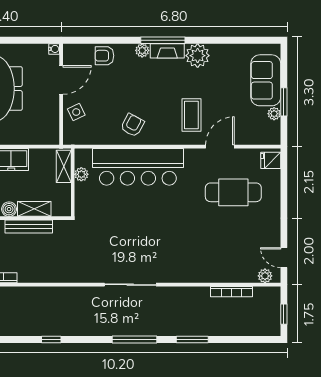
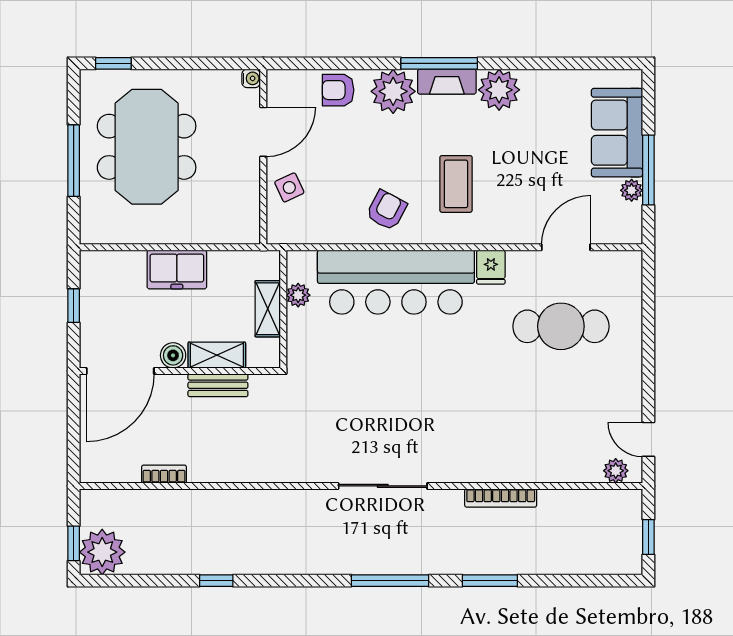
plant: (142, 50) -> (393, 91), width x1.87, depth x1.87
window: (284, 102) -> (648, 170), width x1.44
coffee table: (191, 115) -> (456, 184), moved
door: (220, 147) -> (566, 247), moved
fridge: (271, 160) -> (491, 267), moved, turned -90
shelving: (64, 166) -> (268, 309), moved
bench: (29, 226) -> (218, 385), width x0.73
bookcase: (232, 292) -> (501, 498), moved
window: (51, 339) -> (216, 581), moved

